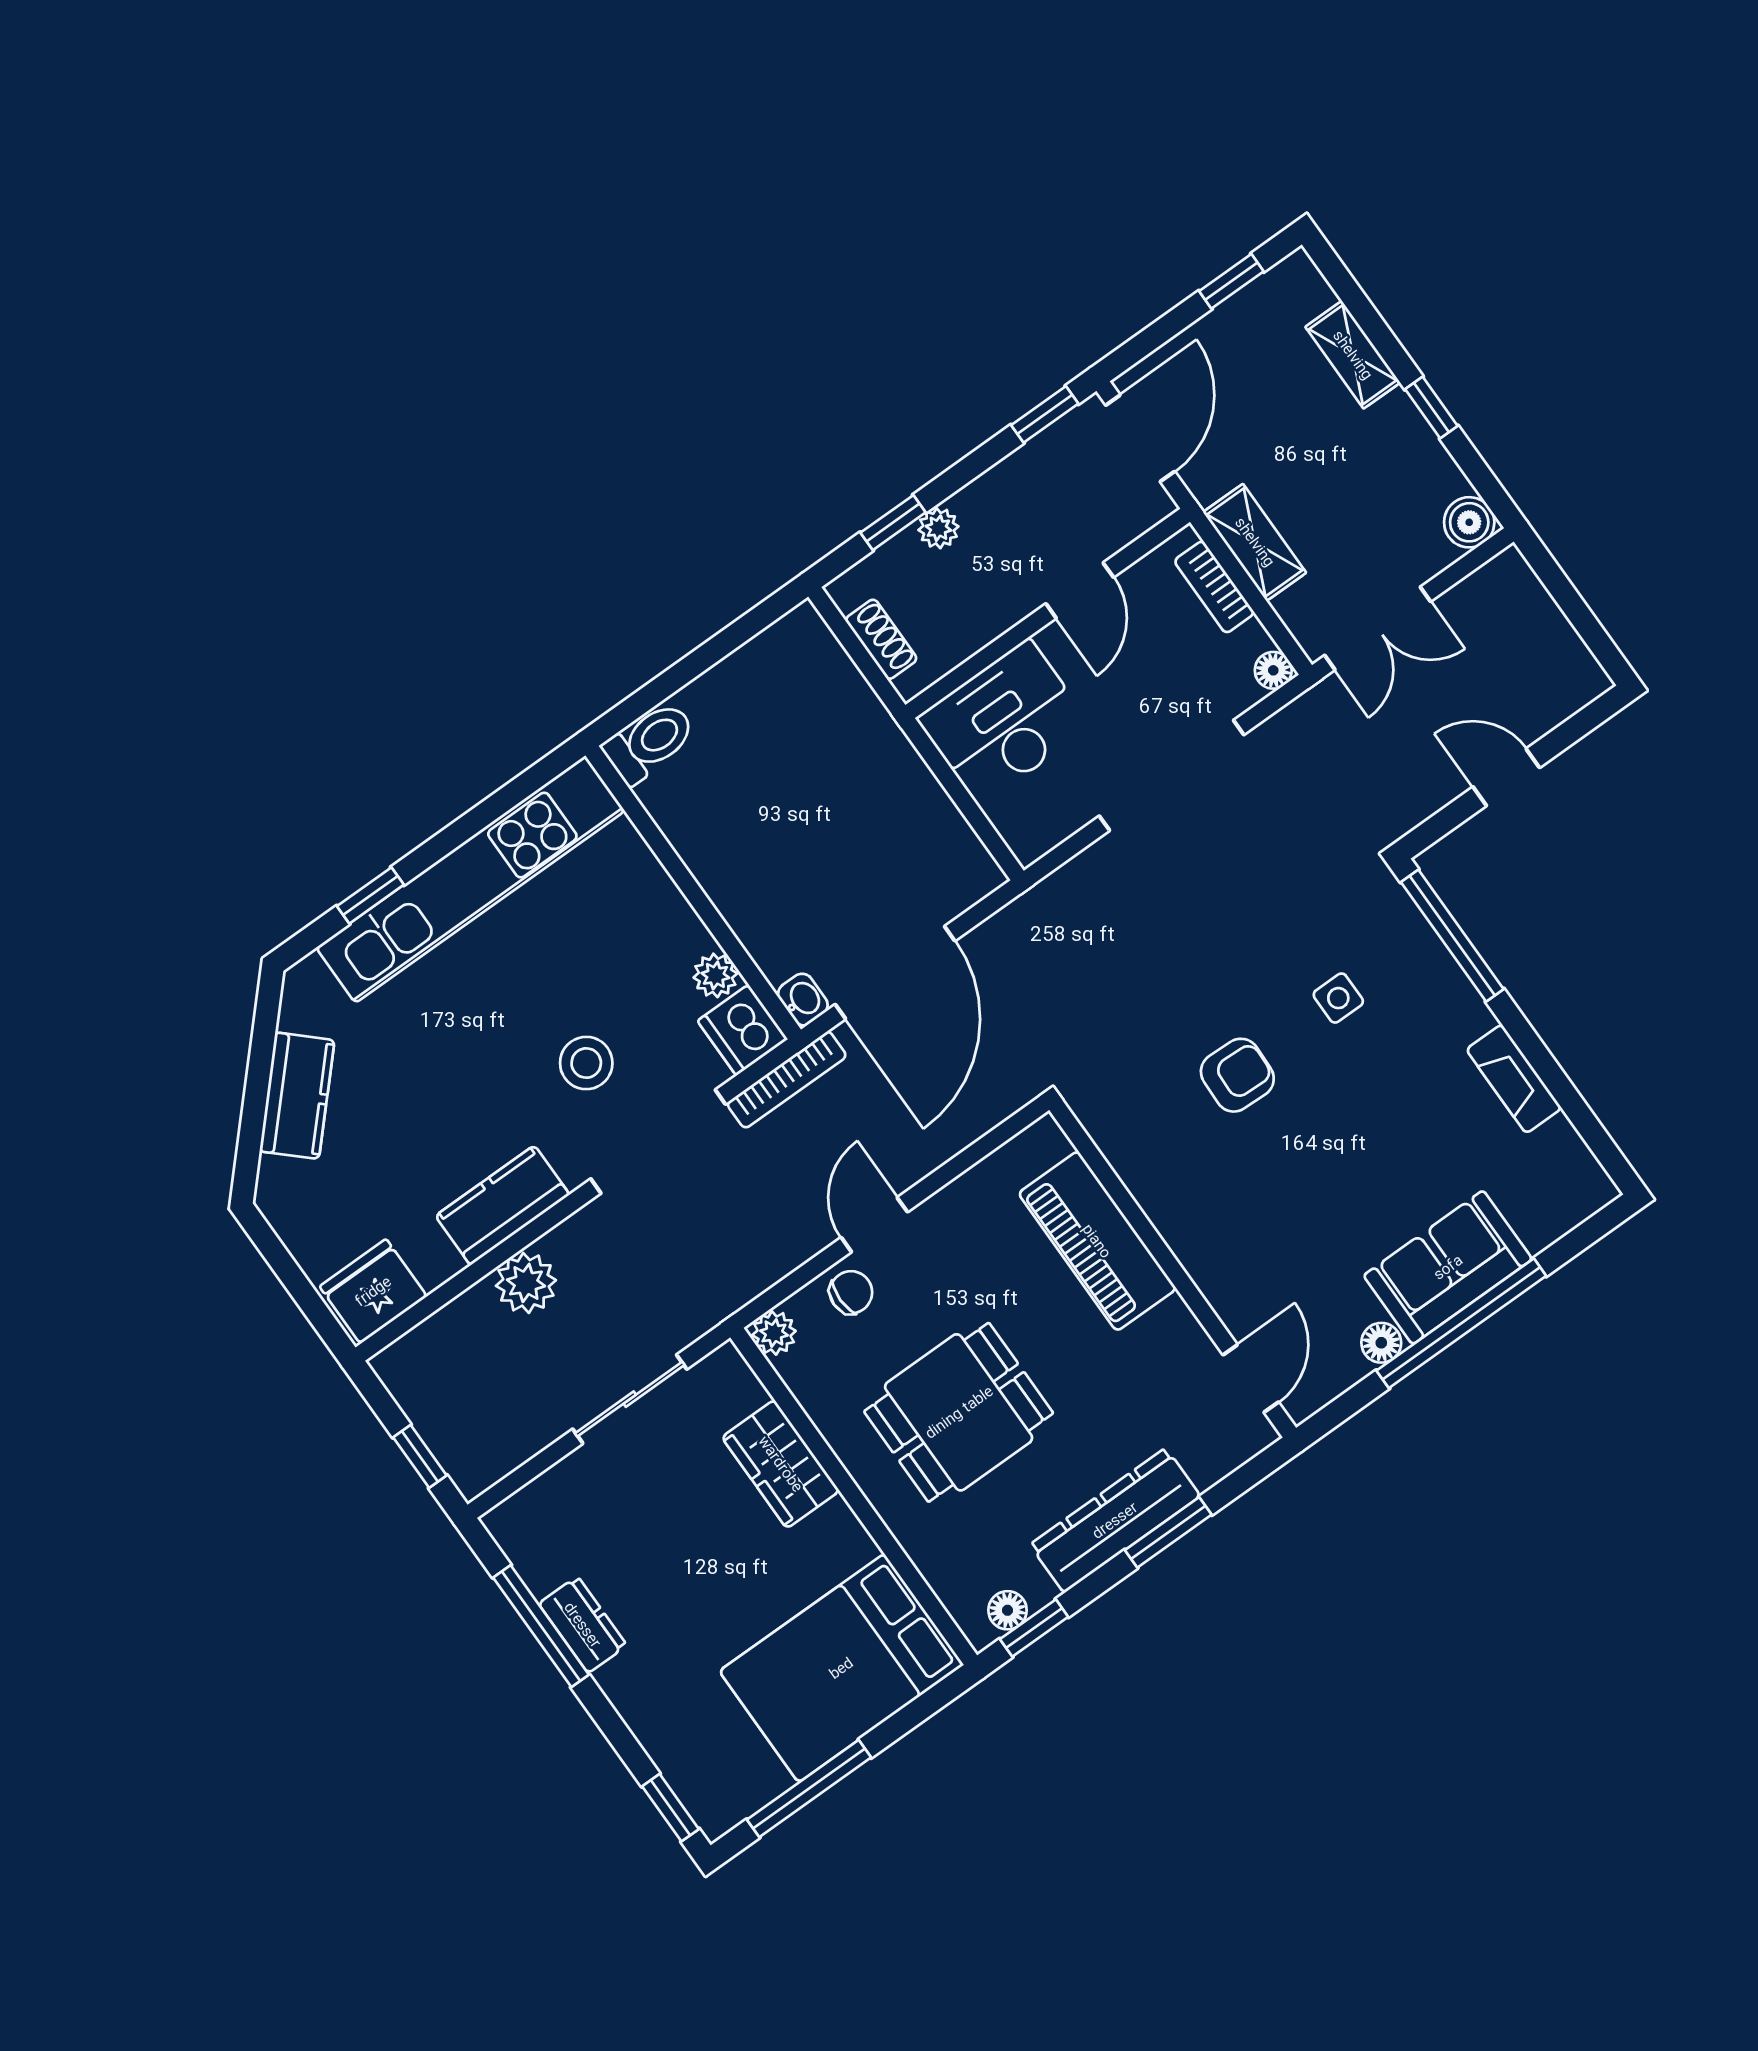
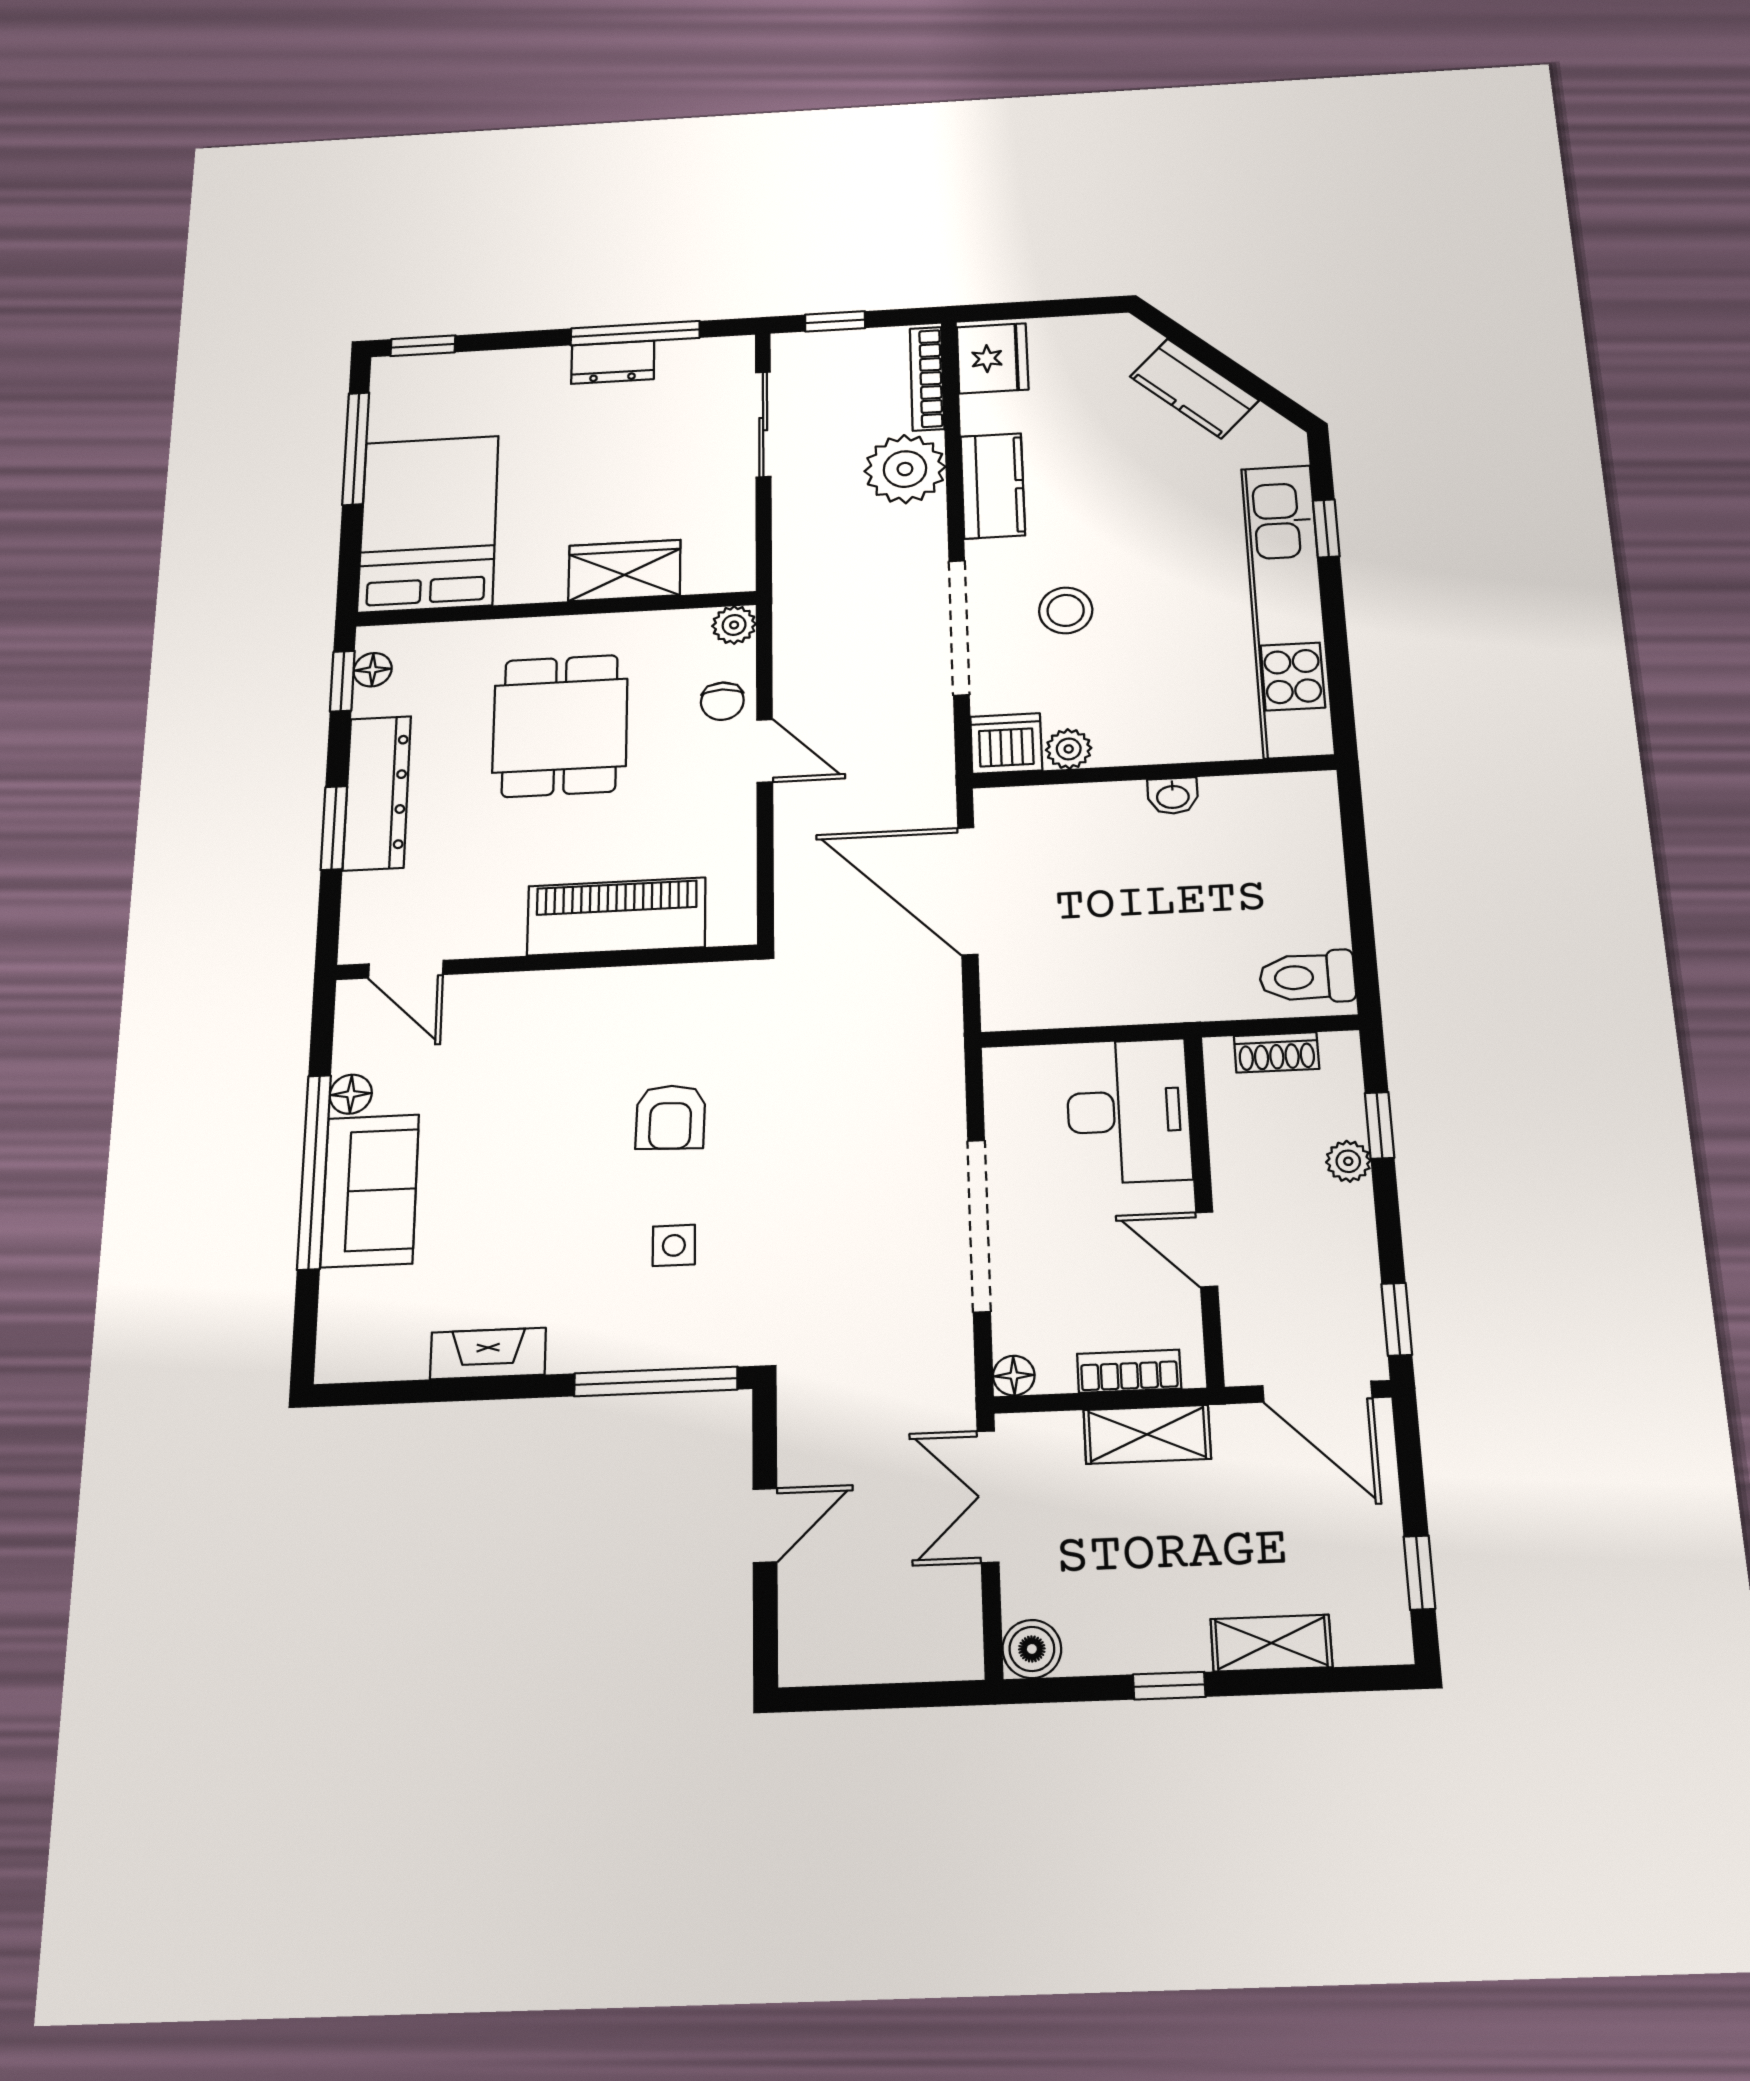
toilet: (650, 742) -> (1307, 977), moved, turned 90
washbasin: (803, 1000) -> (1173, 796), moved
bookcase: (787, 1080) -> (927, 379), moved
plant: (526, 1283) -> (905, 469), width x1.36, depth x1.36
sliding door: (630, 1399) -> (763, 424), moved

